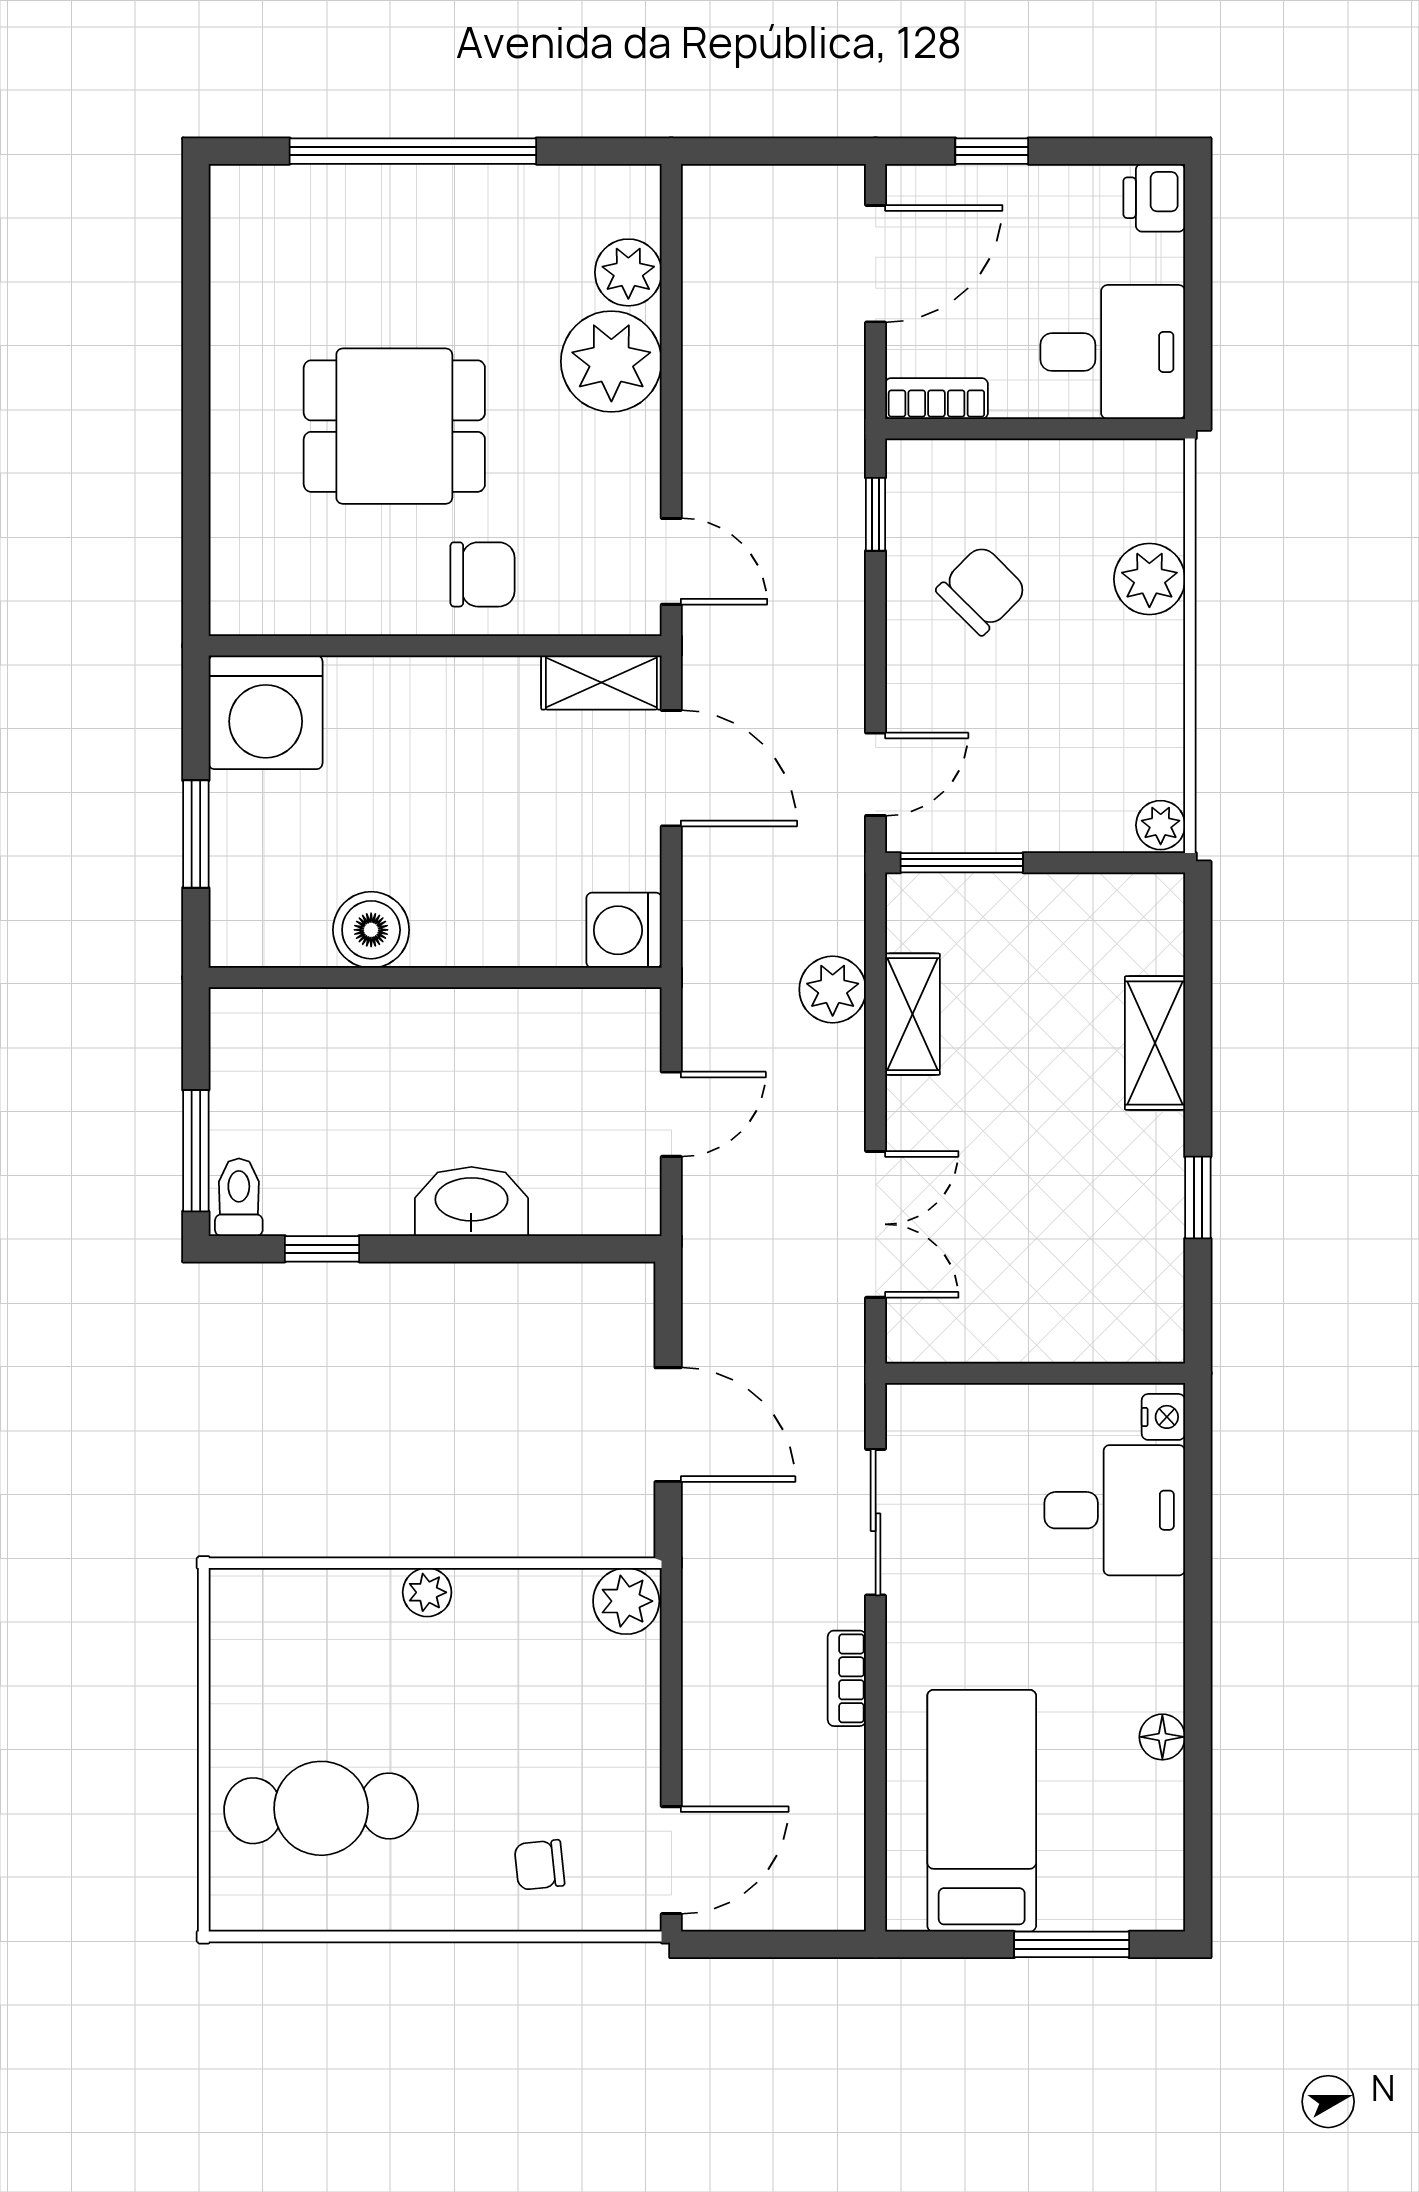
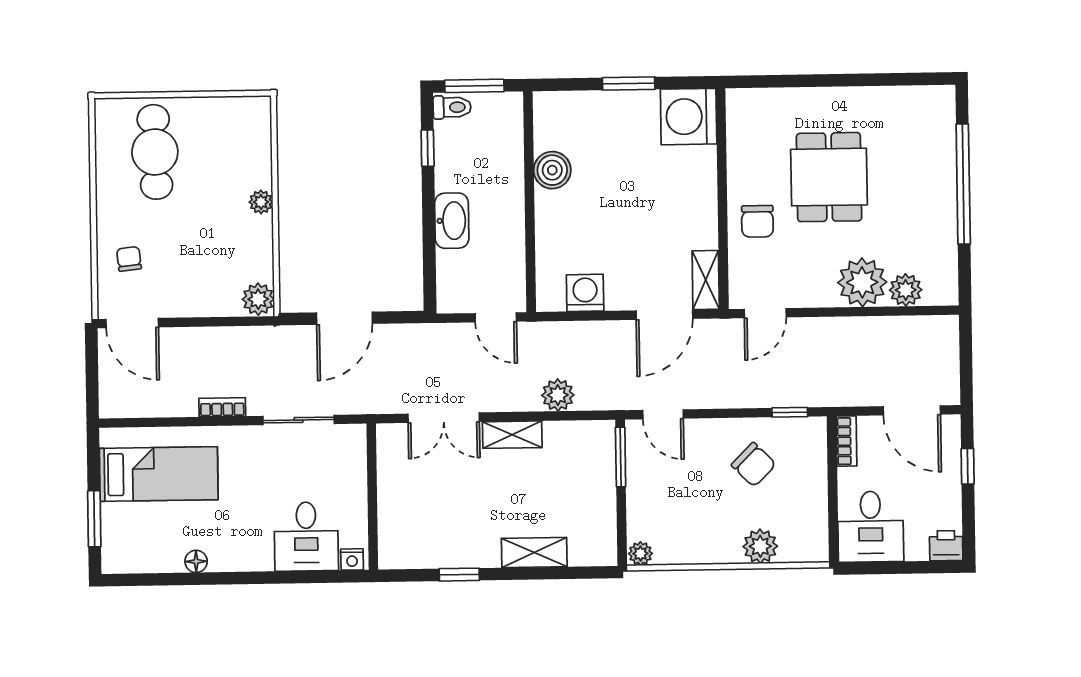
boiler: (371, 930) -> (552, 170), moved
wall: (435, 978) -> (529, 202), moved
shelving: (912, 1014) -> (512, 435), moved

